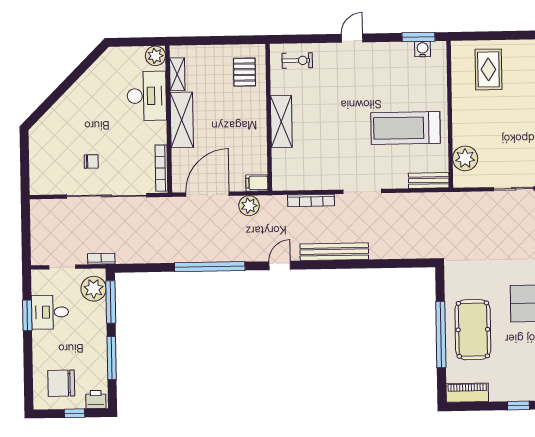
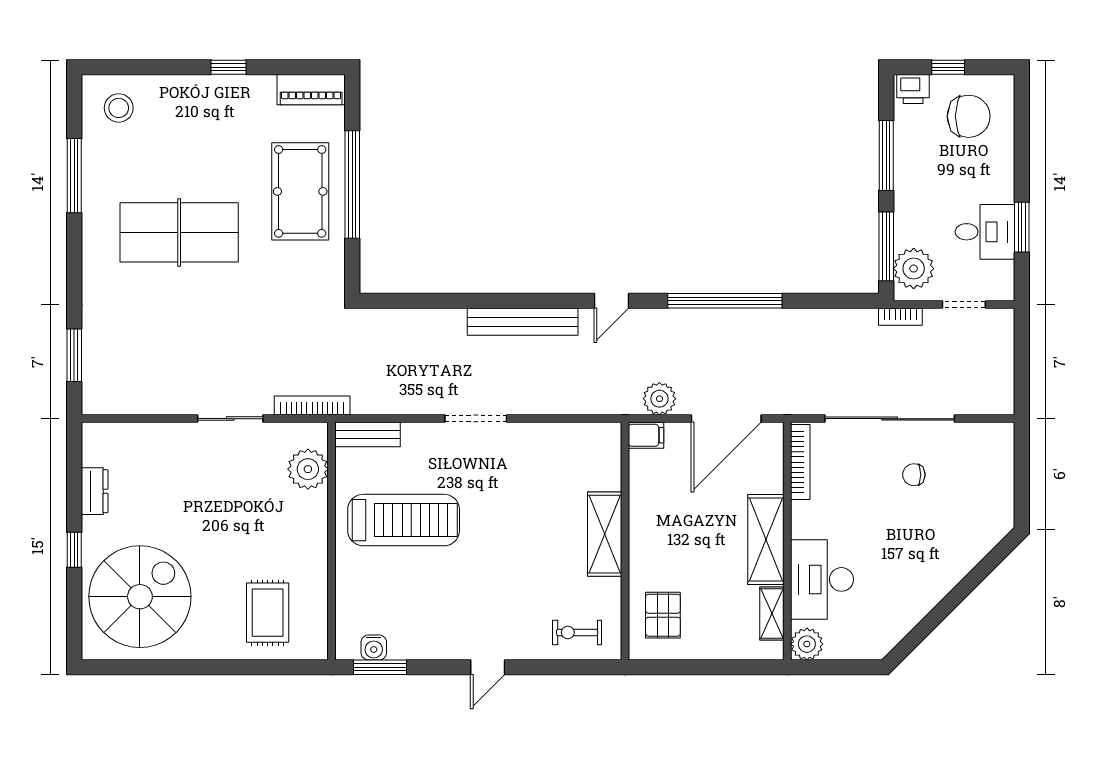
bookcase: (311, 200) -> (312, 405), moved

